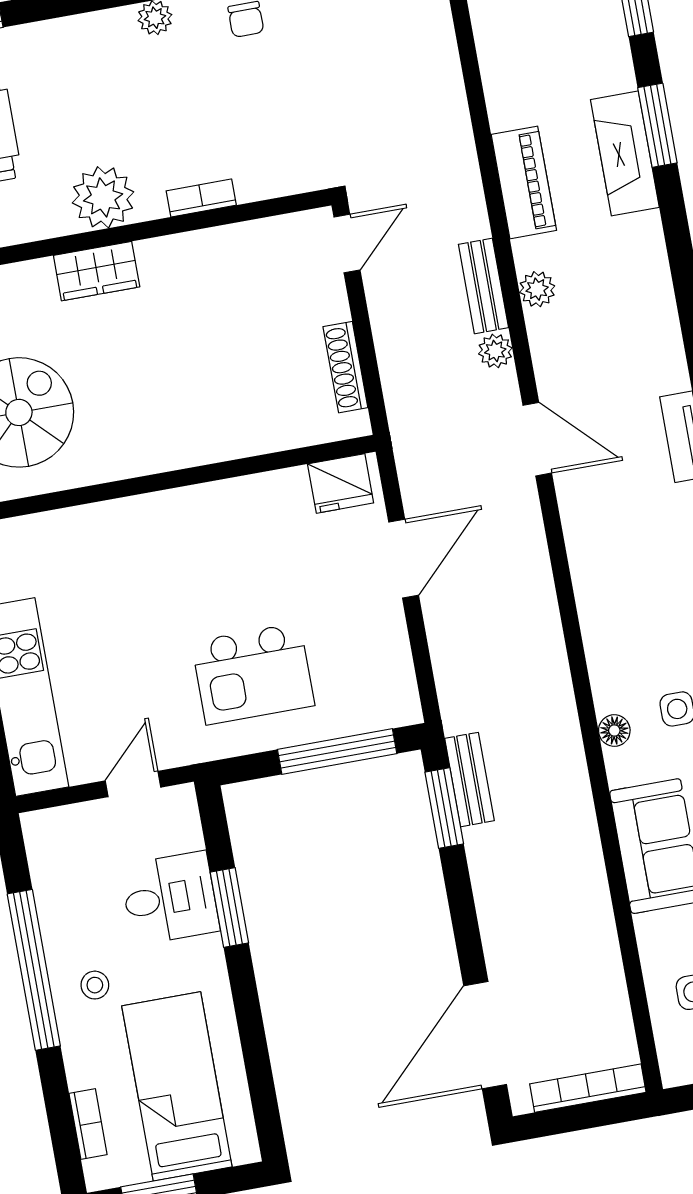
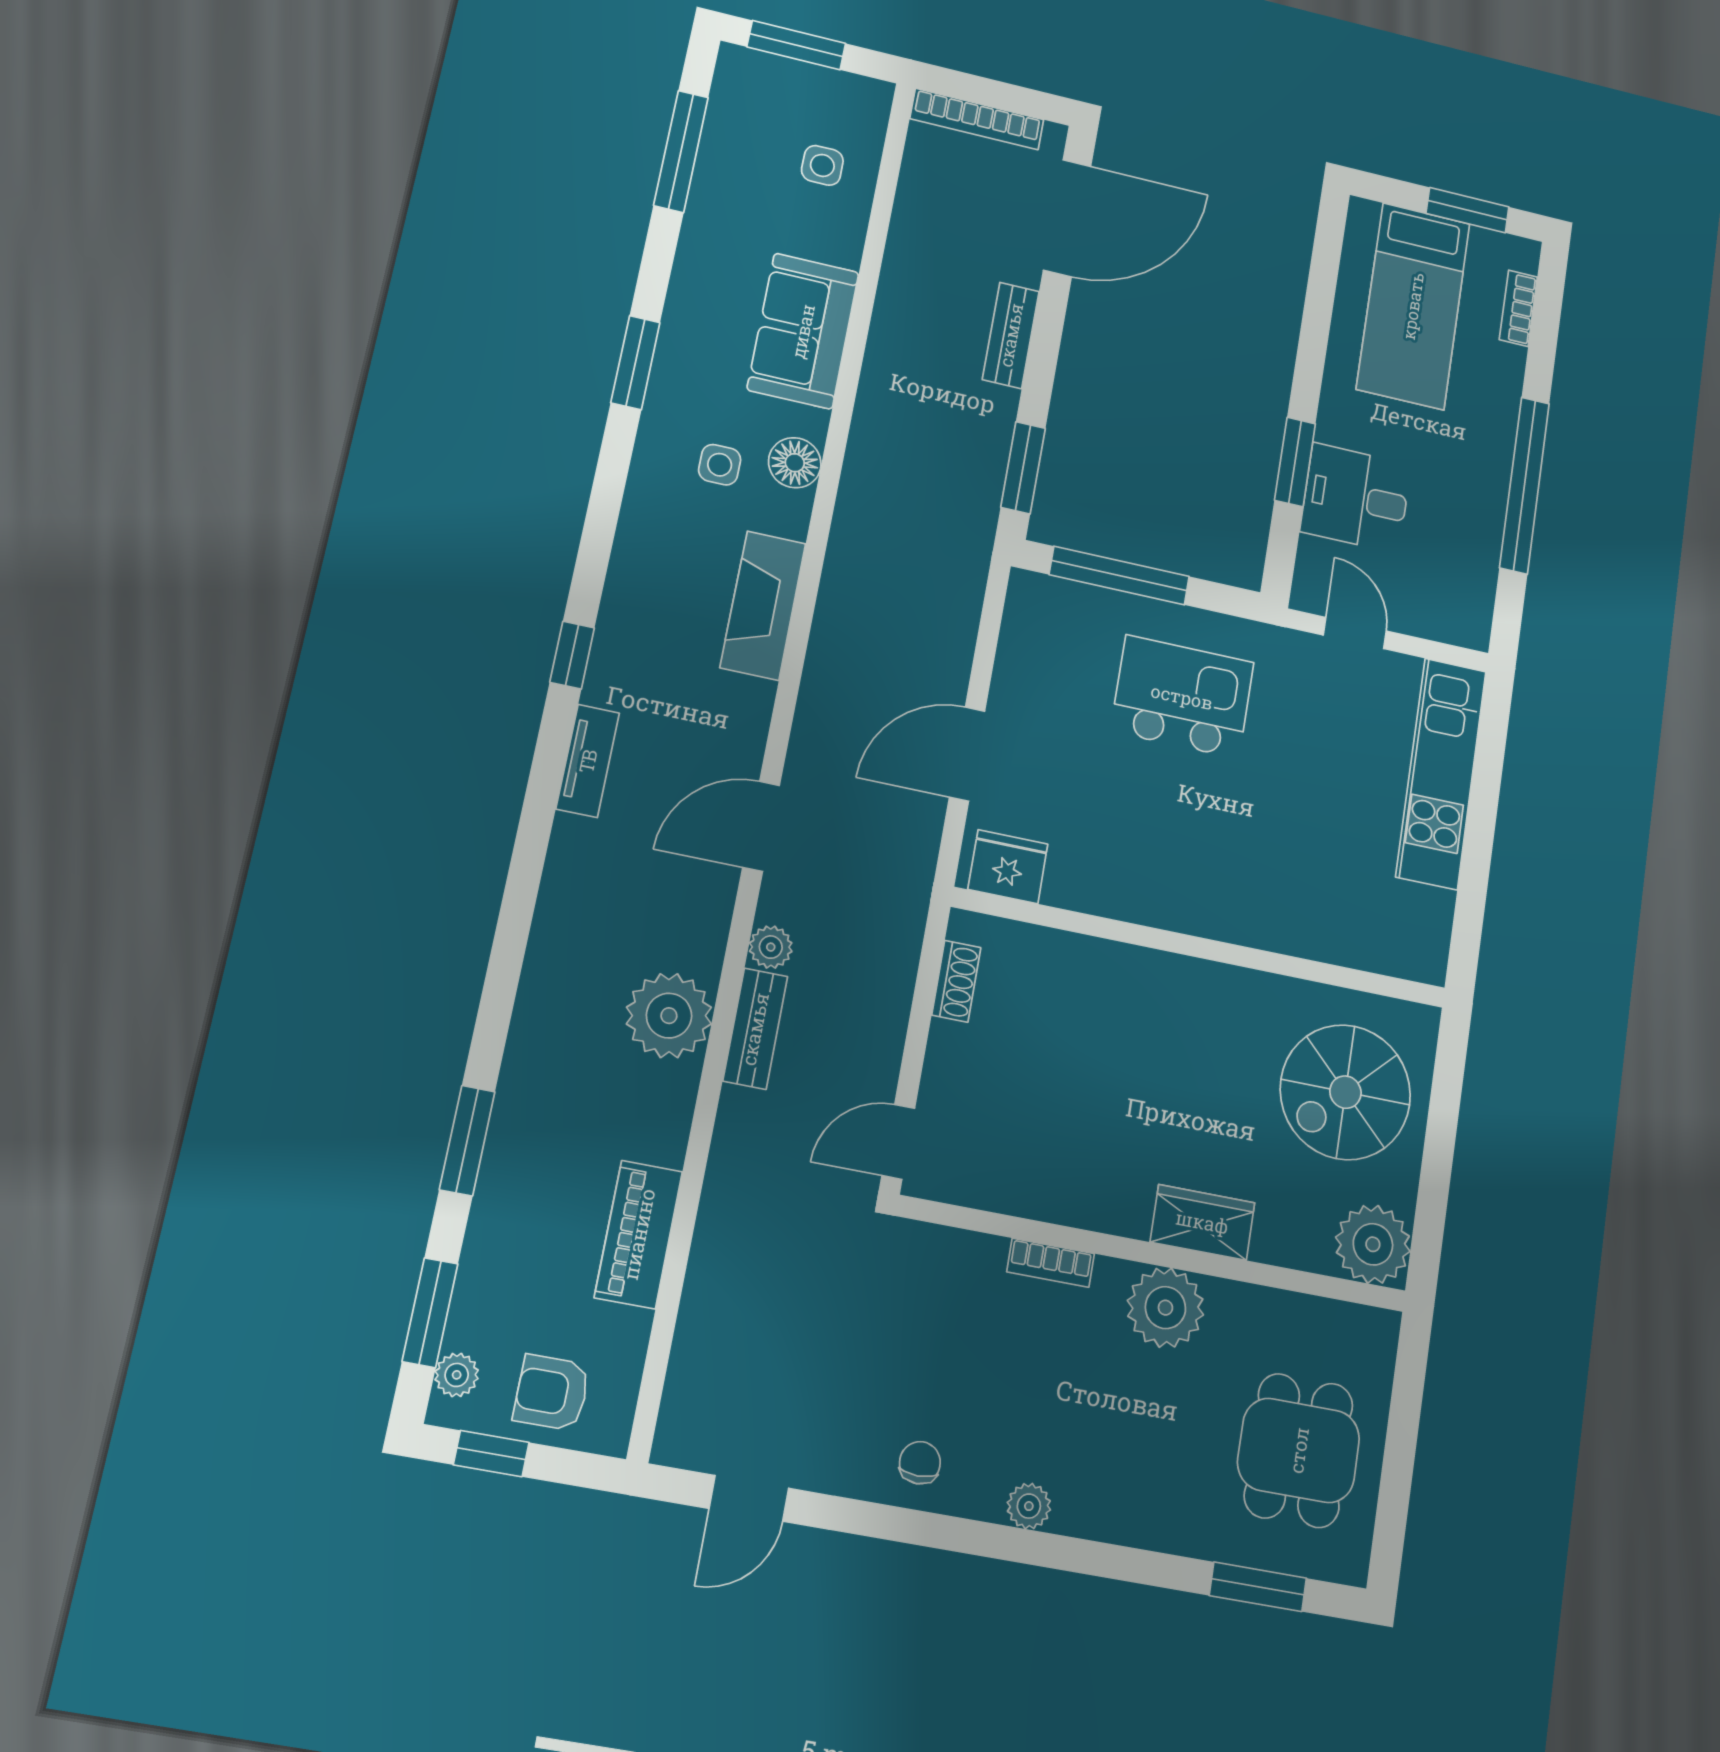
fireplace: (625, 153) -> (763, 605), moved, turned 180
piano: (524, 182) -> (639, 1234), moved
plant: (537, 289) -> (669, 1016), width x1.88, depth x1.88
shoe rack: (345, 367) -> (956, 981), width x0.70
door: (537, 439) -> (761, 826), hinge flipped
floor lamp: (614, 731) -> (795, 463), width x1.37, depth x1.37
bench: (469, 780) -> (1011, 335), moved
door: (133, 784) -> (1355, 633), swing flipped
stool: (95, 985) -> (1465, 443), removed

